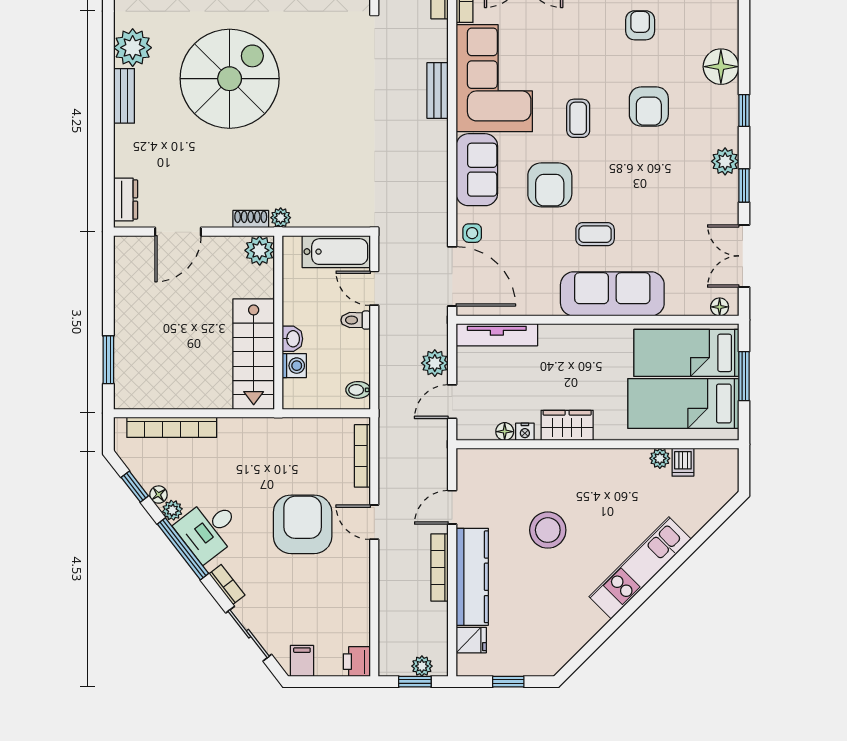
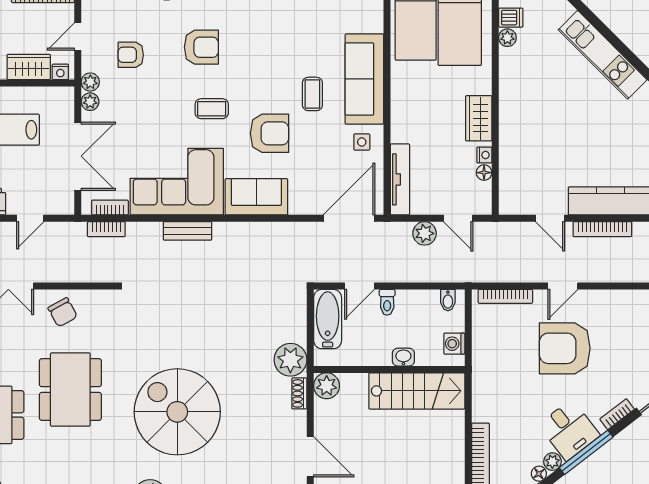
plant: (281, 218) -> (290, 360), width x1.88, depth x1.88
side table: (472, 233) -> (362, 142), moved
washing machine: (294, 366) -> (454, 344), moved, turned -90
stool: (548, 530) -> (570, 135), removed

